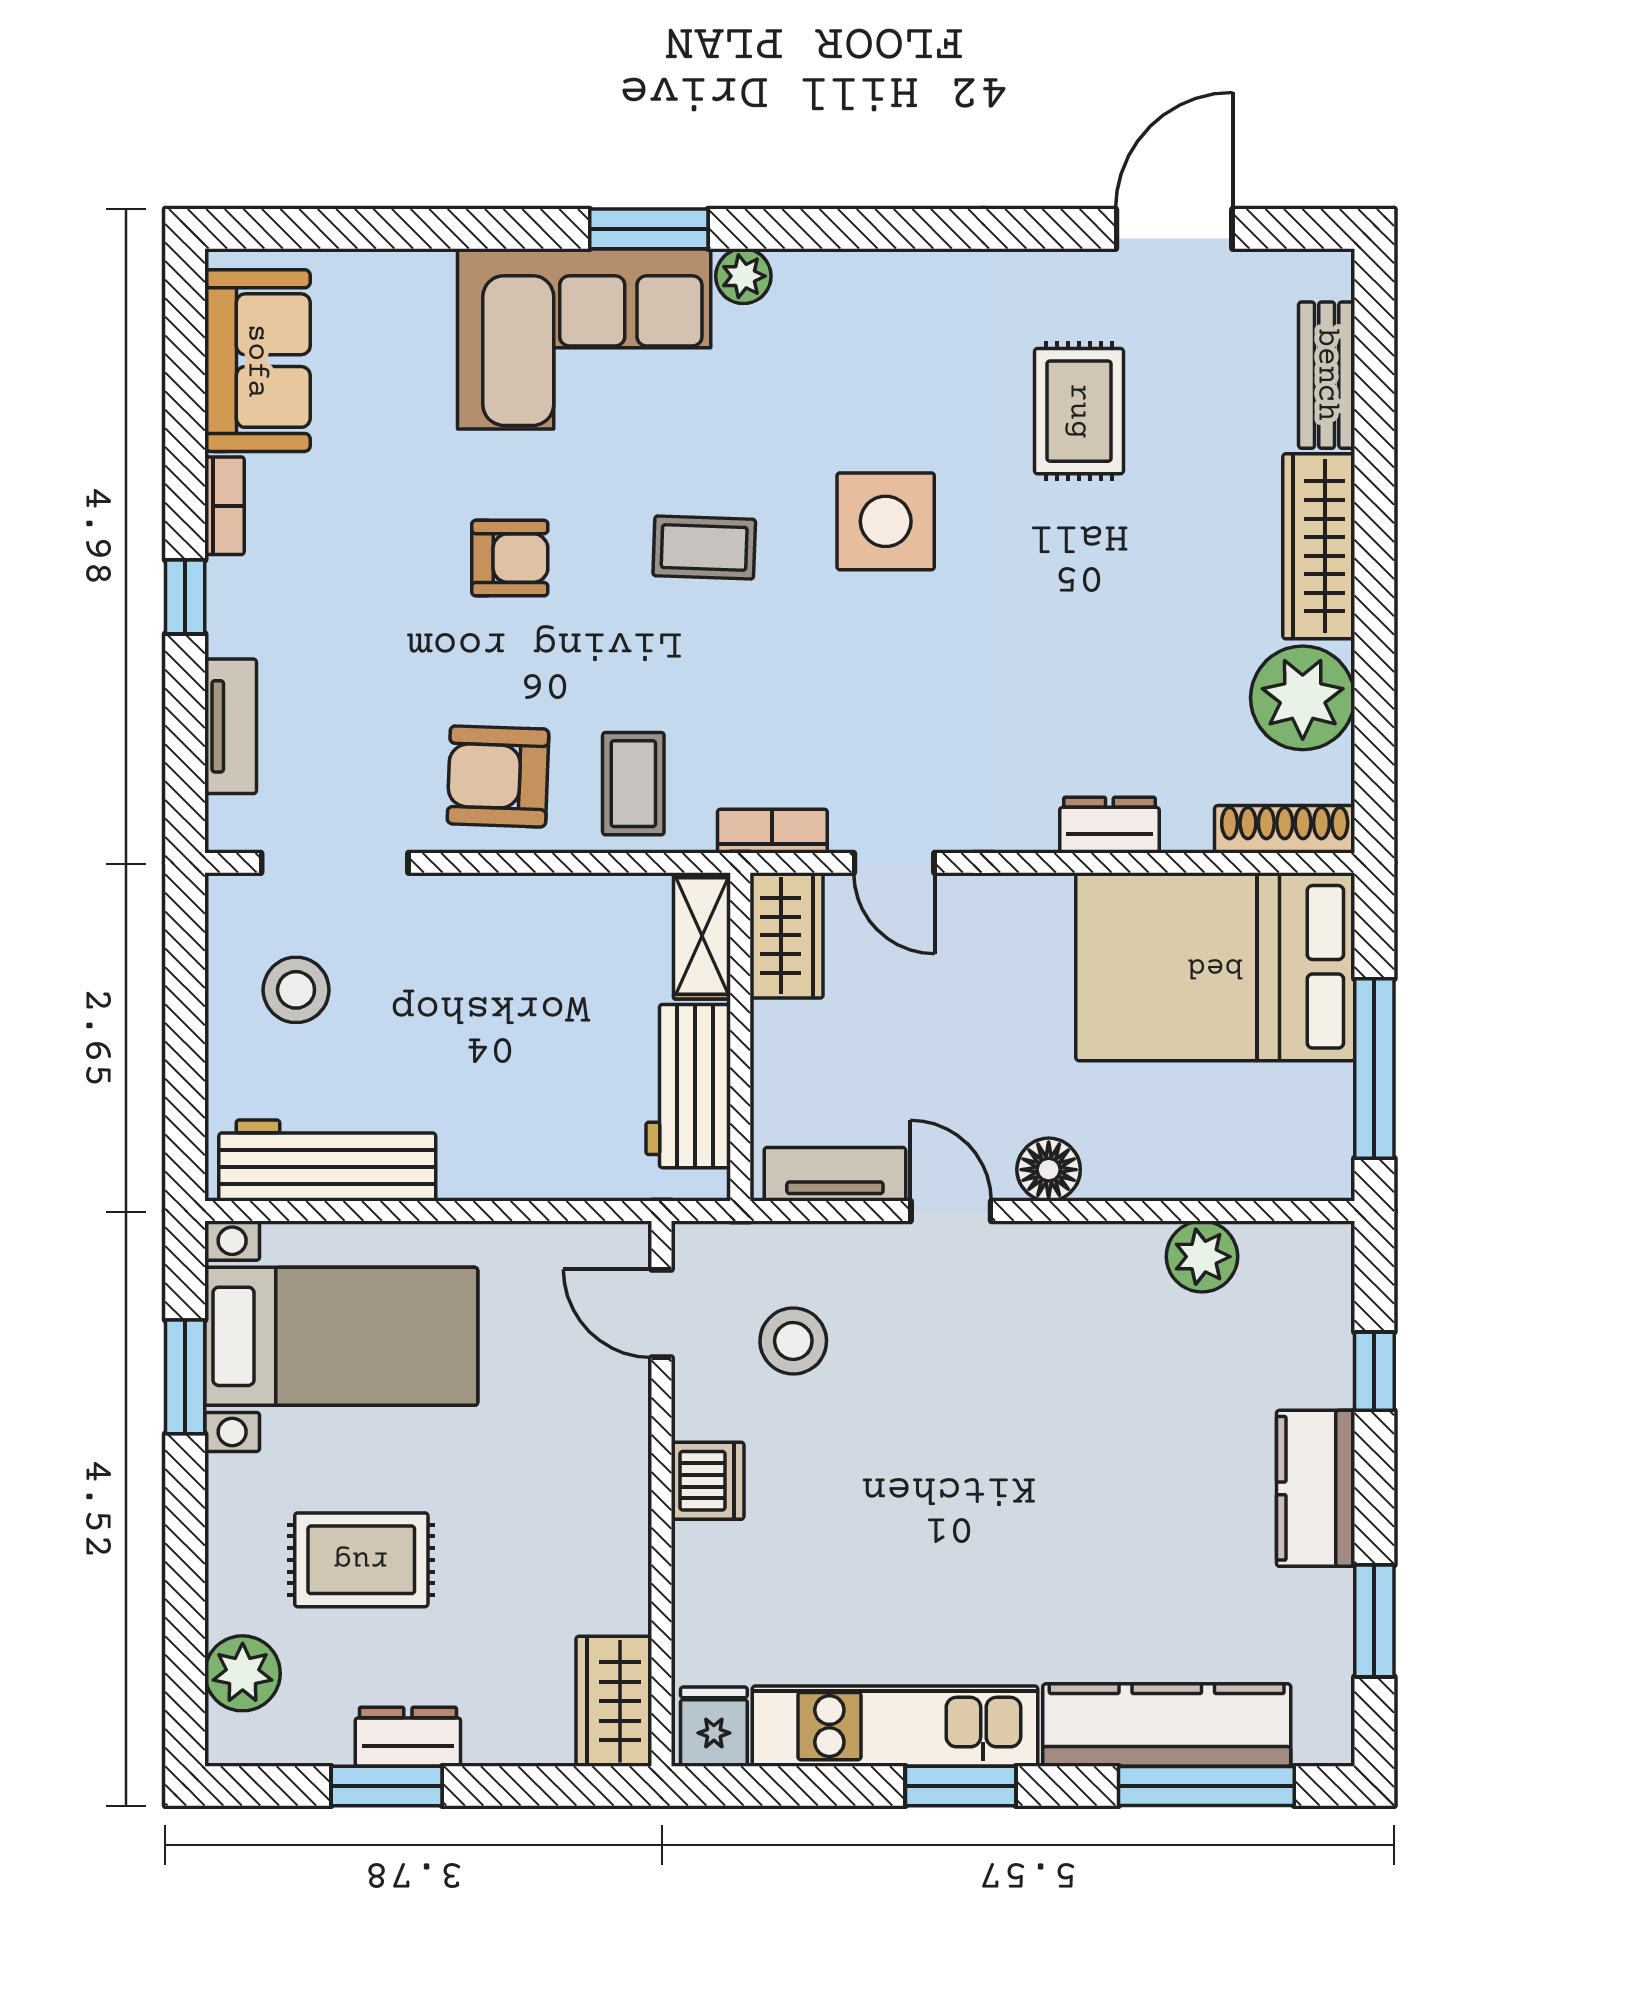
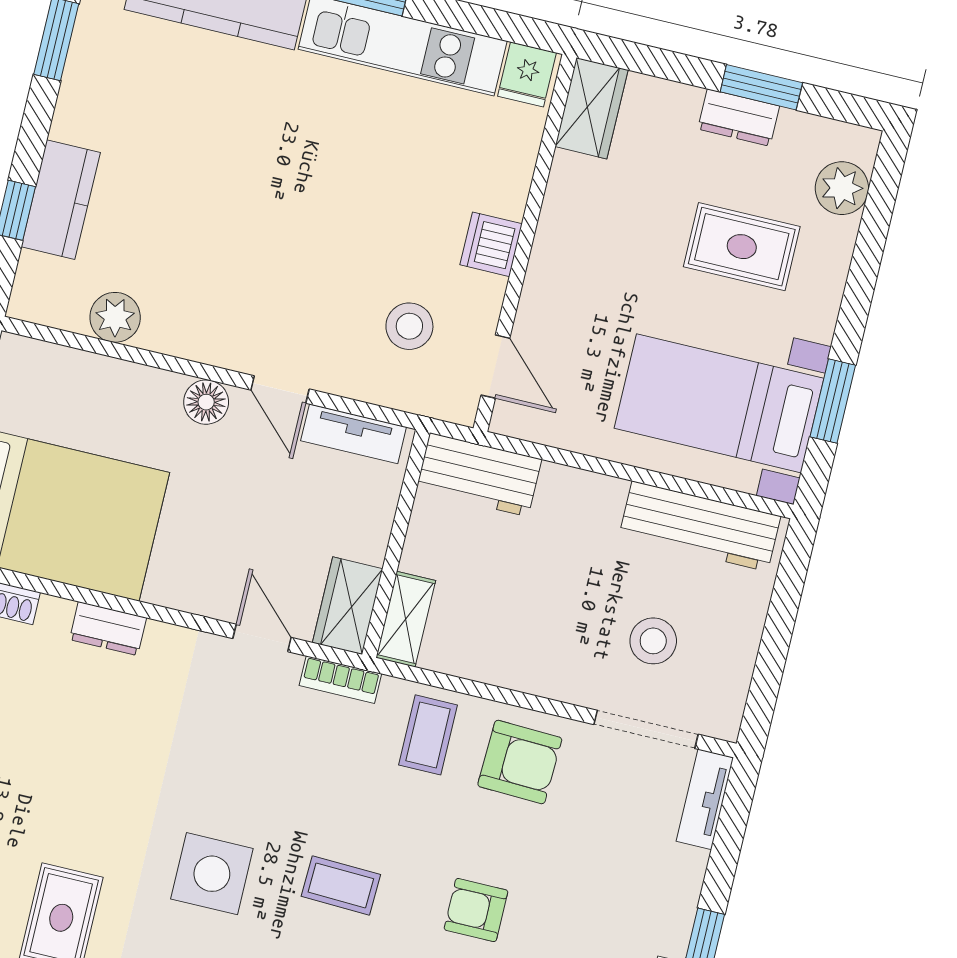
tv unit: (231, 726) -> (705, 799), moved
stool: (296, 990) -> (653, 641), moved
workbench: (688, 1086) -> (479, 475), moved, turned 90
kitchen counter: (1316, 1488) -> (61, 200), moved

